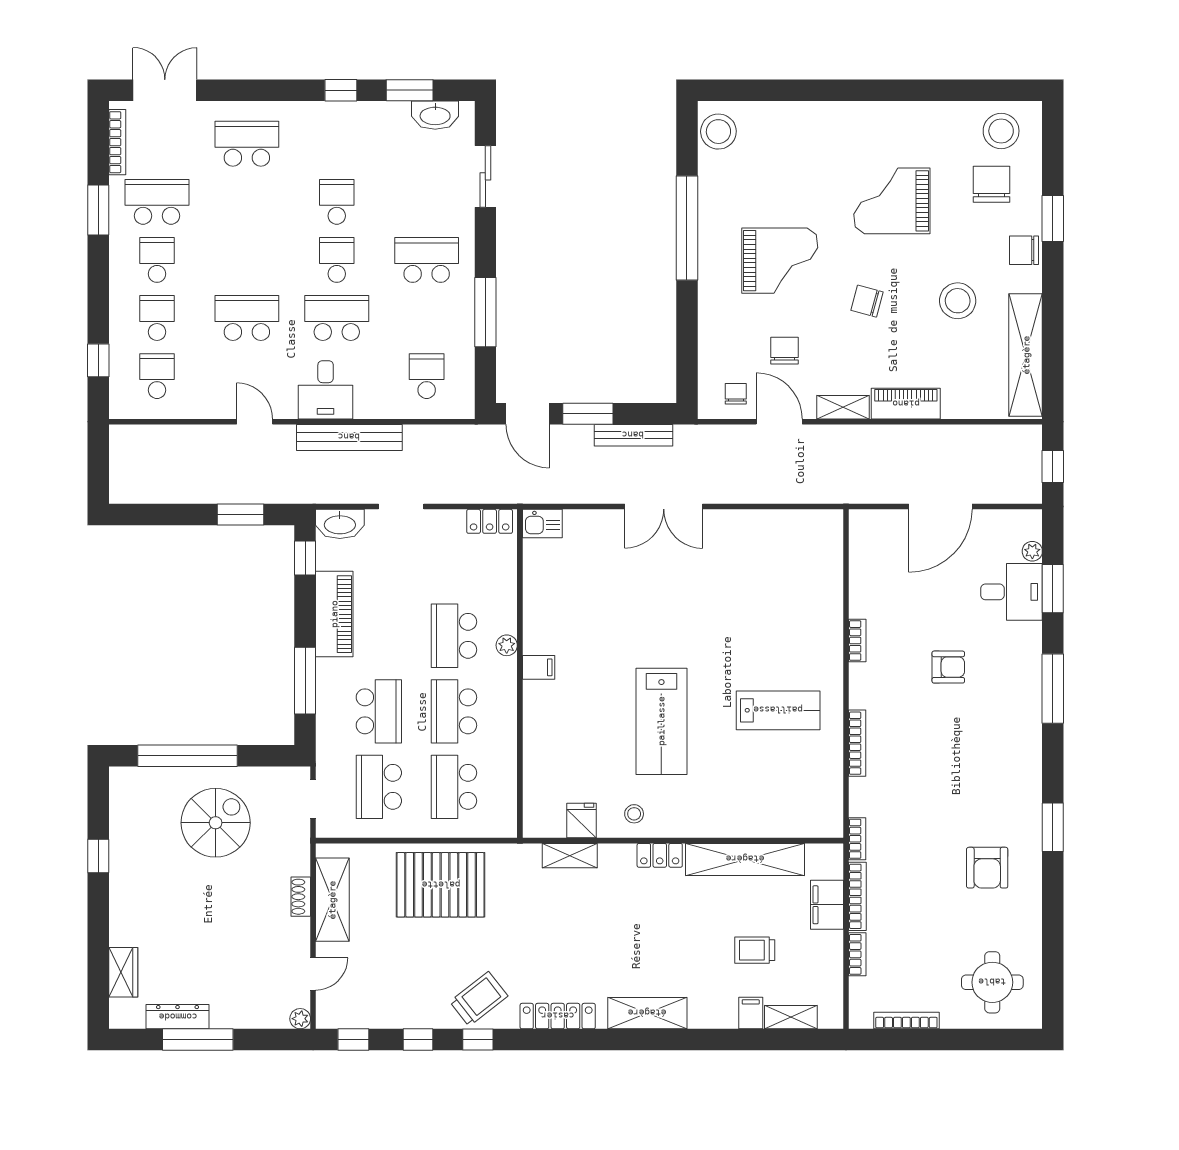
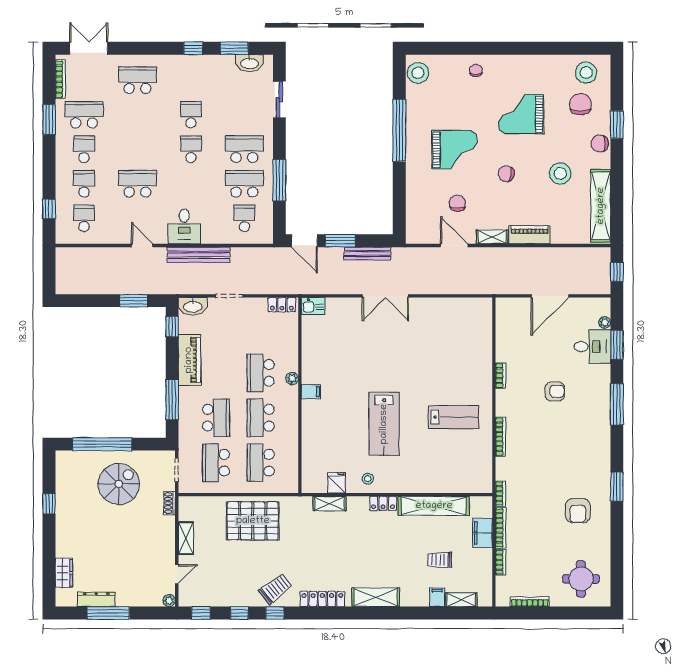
school desk: (337, 318) -> (244, 184), moved
chair: (736, 394) -> (476, 70), moved
shoe rack: (301, 897) -> (170, 503), moved
shelving: (332, 900) -> (186, 538), width x0.67, depth x0.75

